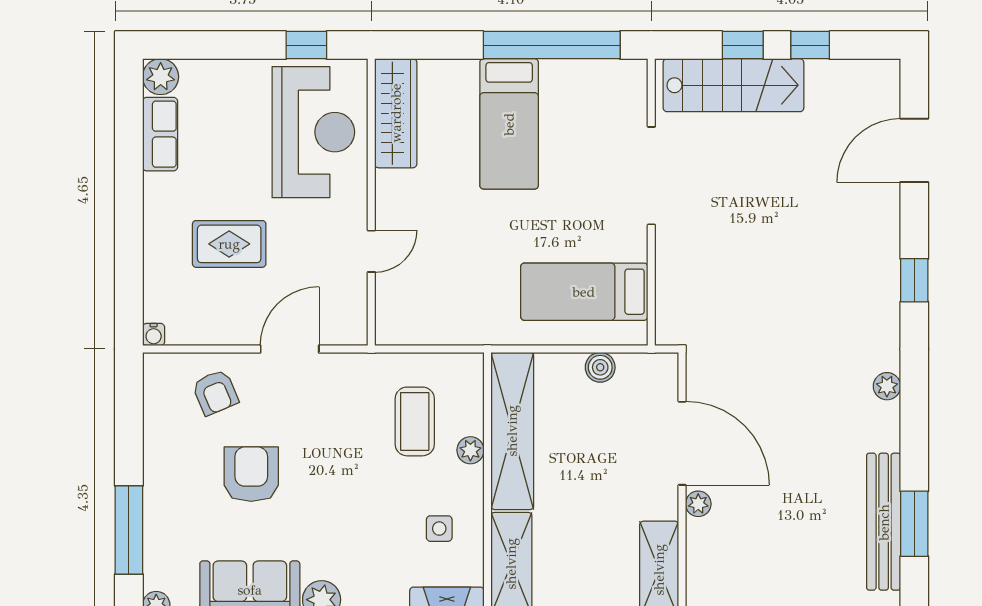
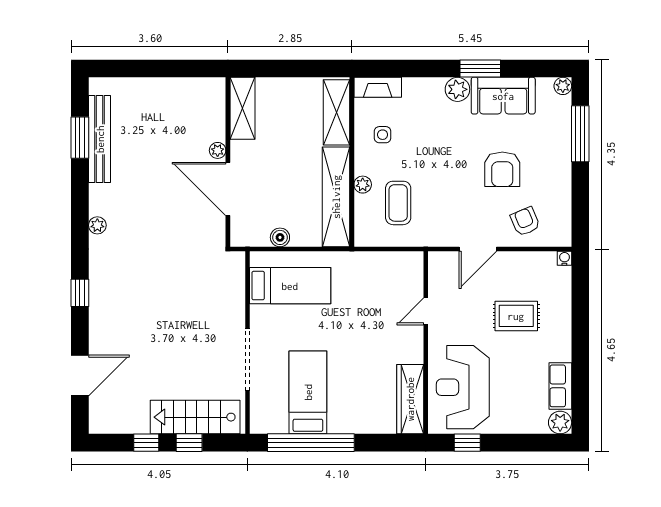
bed: (509, 124) -> (308, 392), moved

